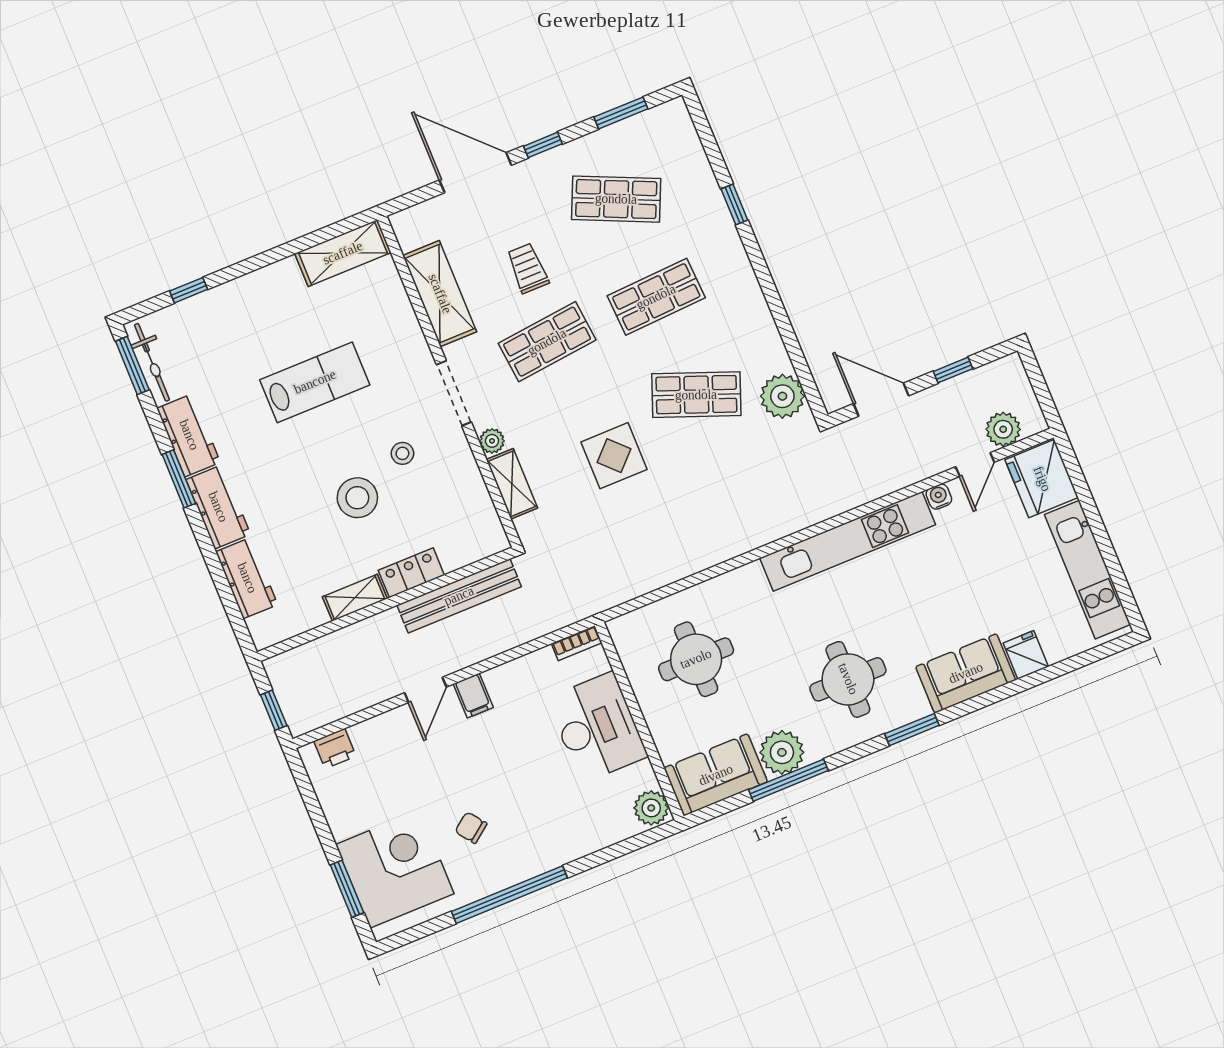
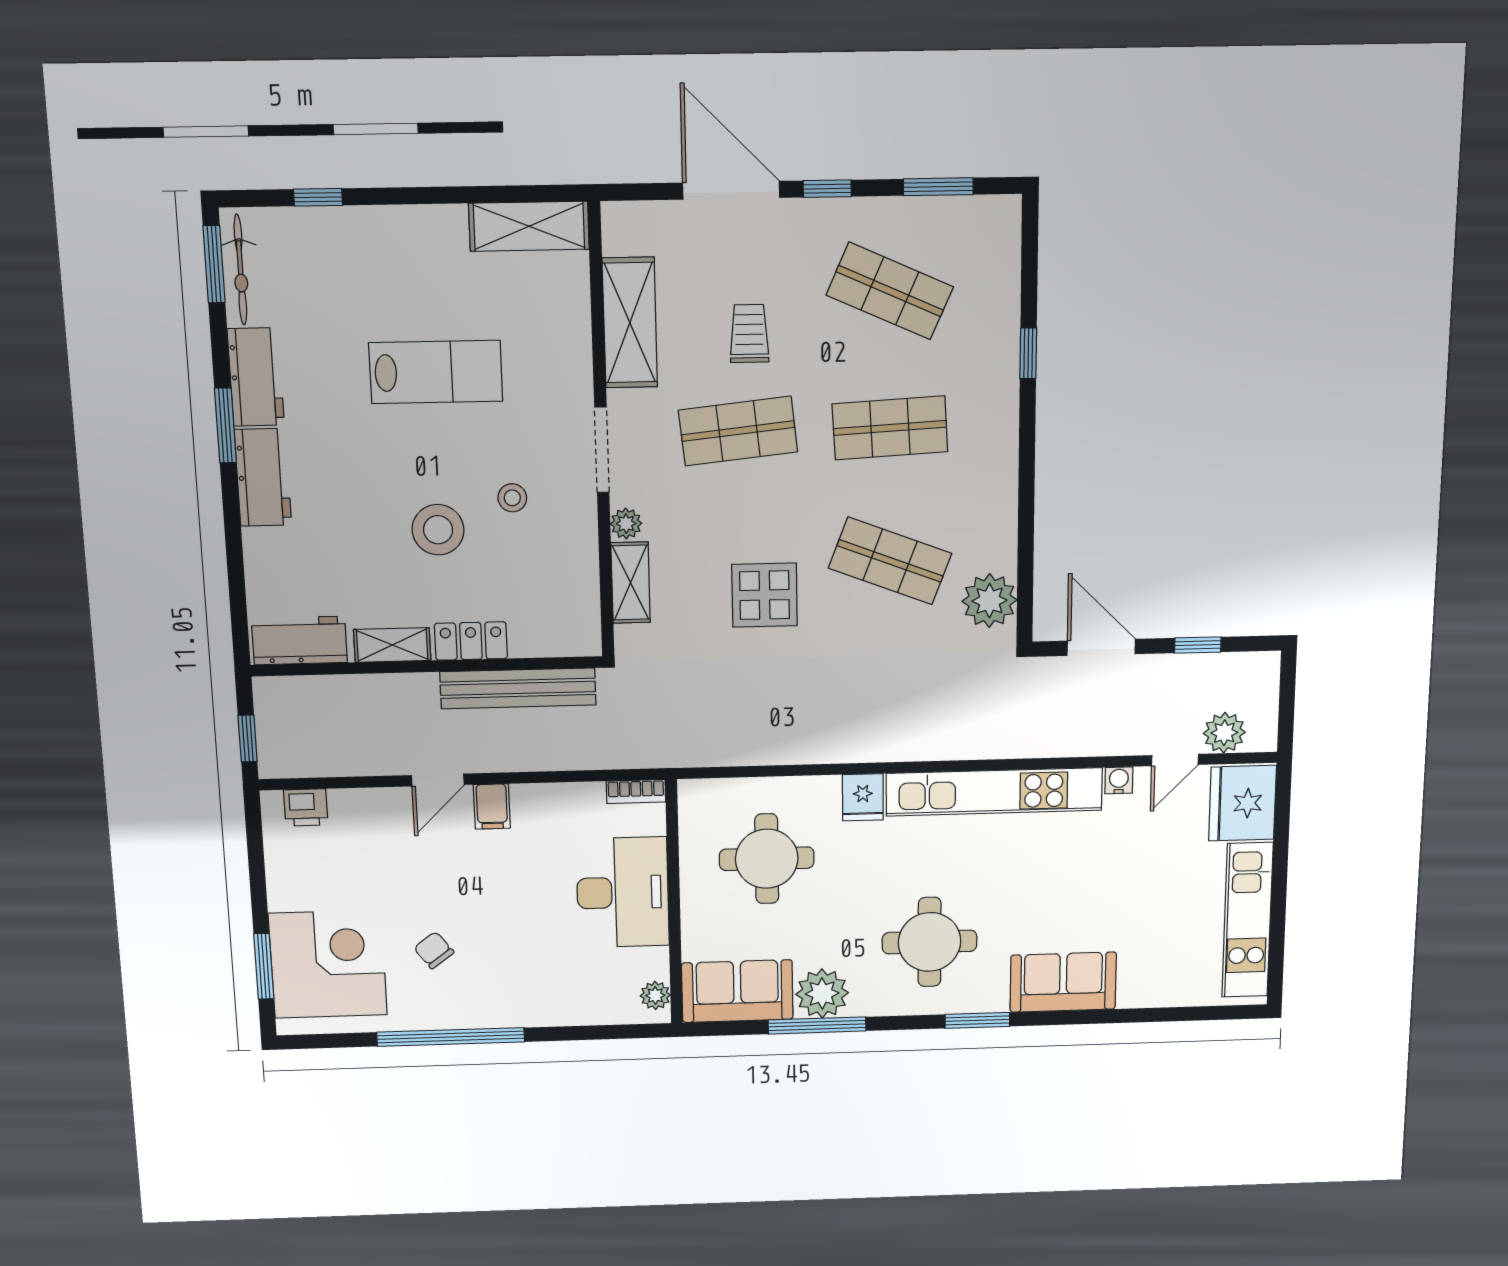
workbench: (247, 578) -> (299, 641), moved, turned -90
fridge: (1026, 655) -> (863, 797), moved, turned 180
plant: (651, 808) -> (655, 995), width x0.73, depth x0.73

